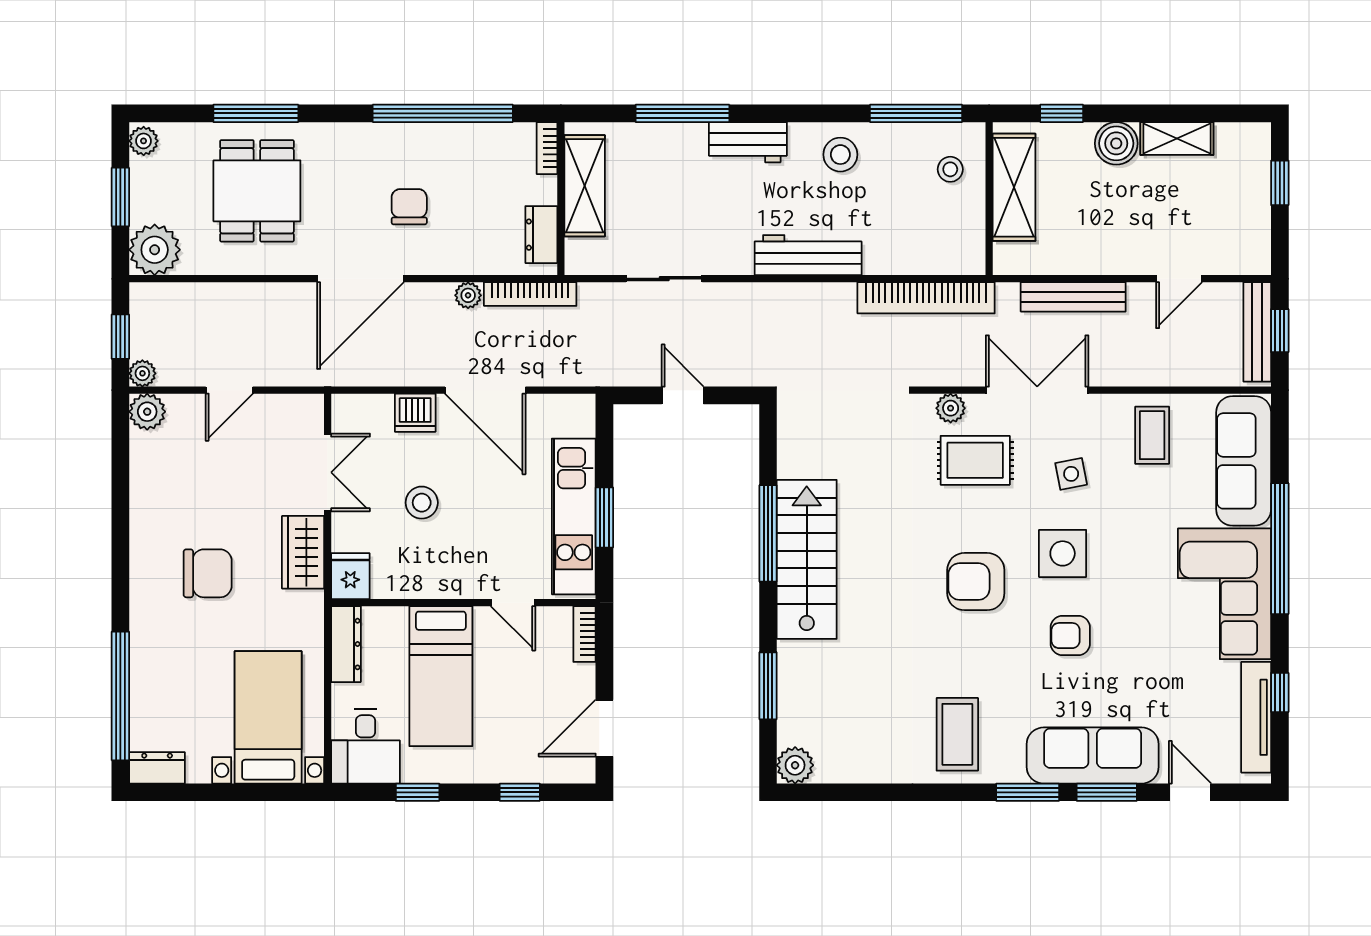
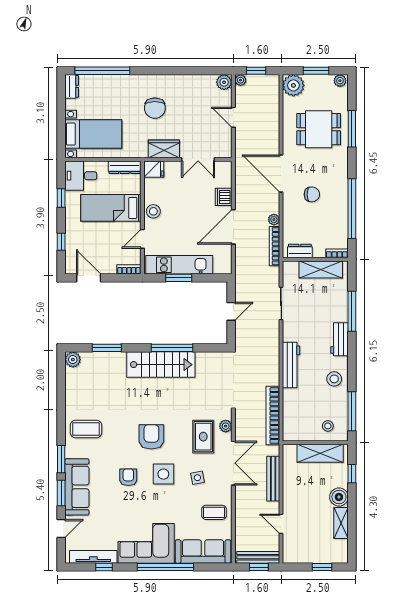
stool: (422, 503) -> (153, 211), moved

